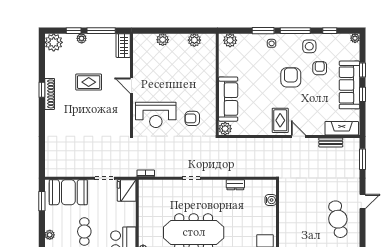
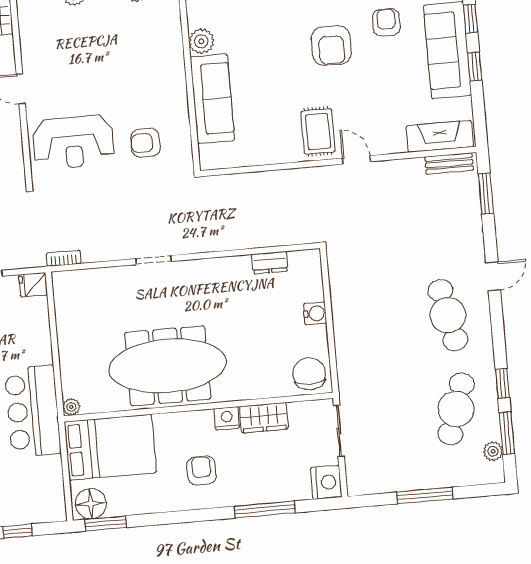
armchair: (291, 77) -> (331, 45), turned 180
plant: (225, 129) -> (201, 41), moved
bench: (331, 142) -> (449, 164), moved
dresser: (235, 185) -> (270, 263), moved
fridge: (127, 190) -> (33, 285), width x0.53, depth x0.75
water cooler: (271, 200) -> (315, 313), moved

